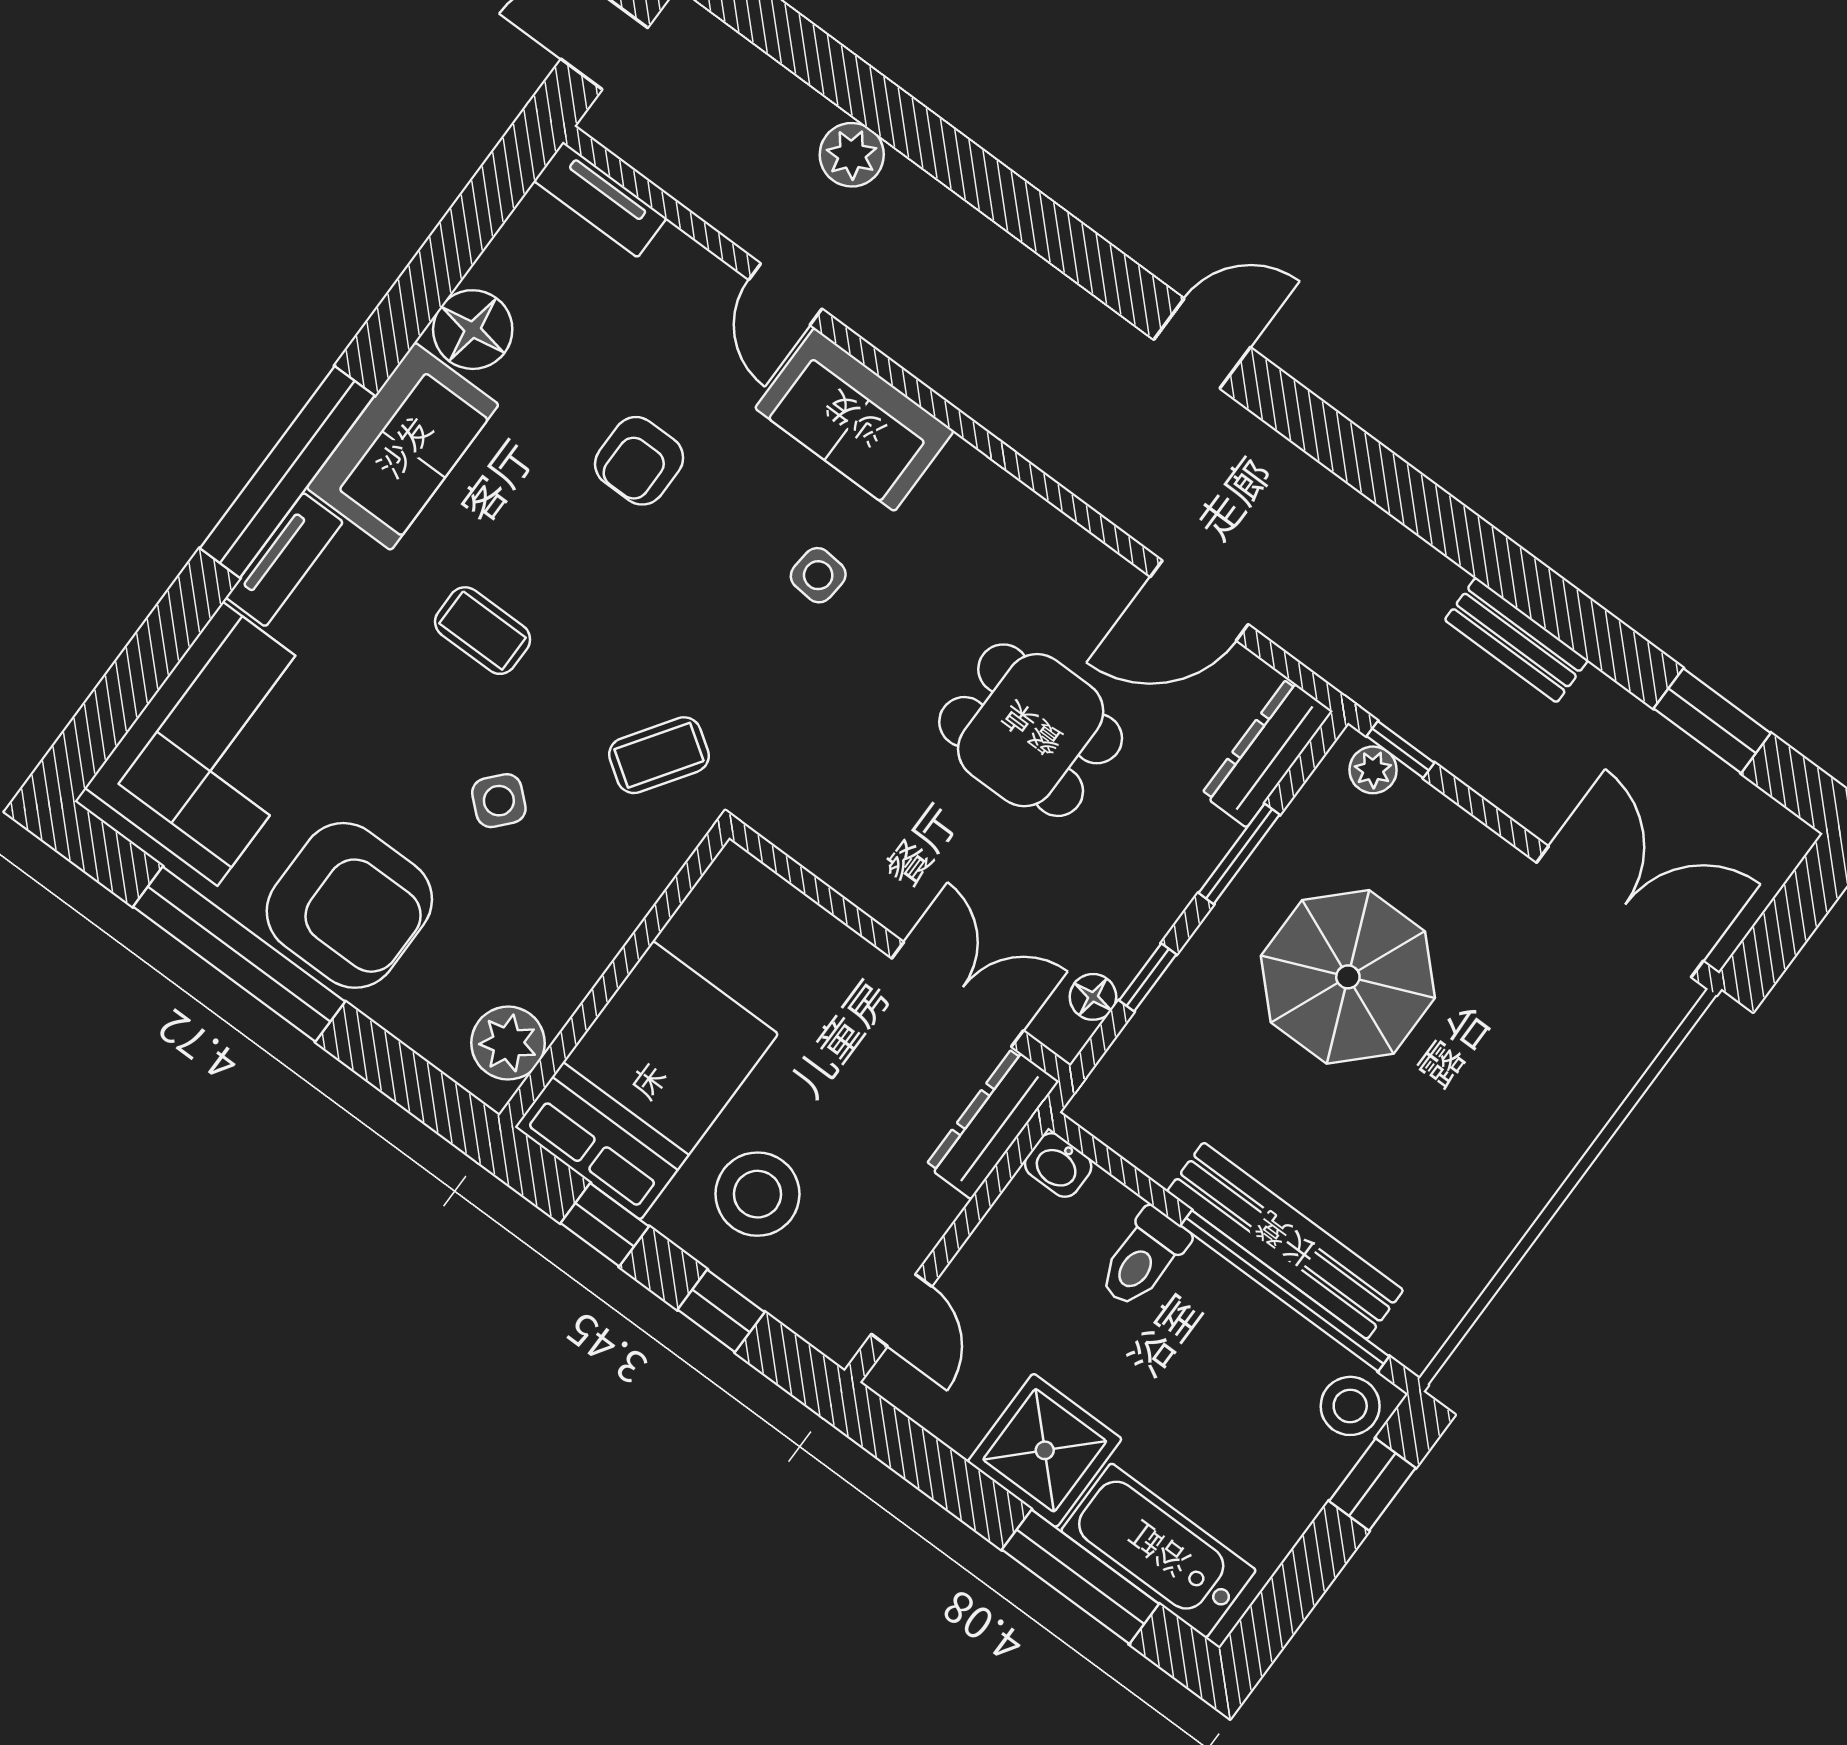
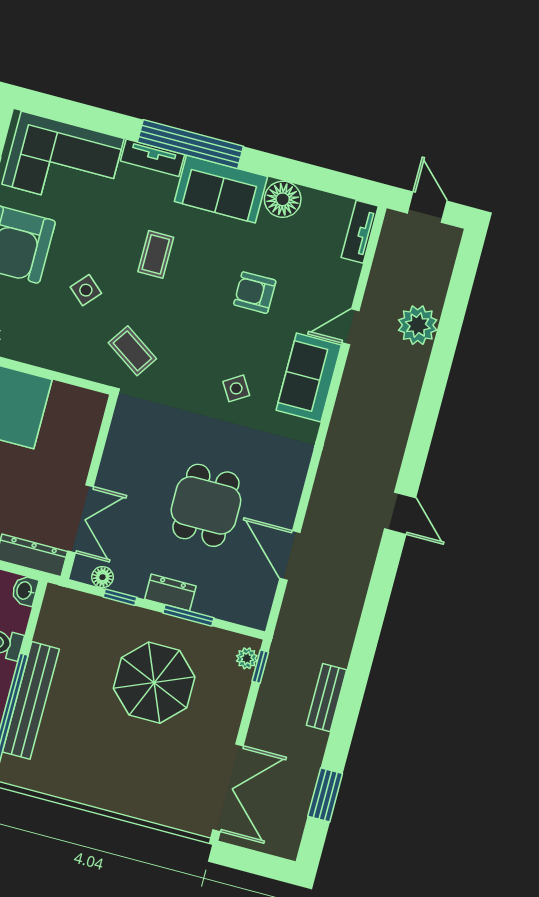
plant: (852, 155) -> (418, 325), width x1.36, depth x1.36
side table: (818, 575) -> (236, 388), turned -37
dresser: (1267, 753) -> (170, 593), moved, width x0.70

